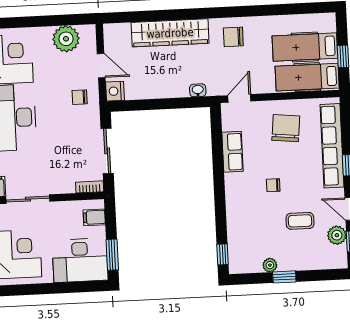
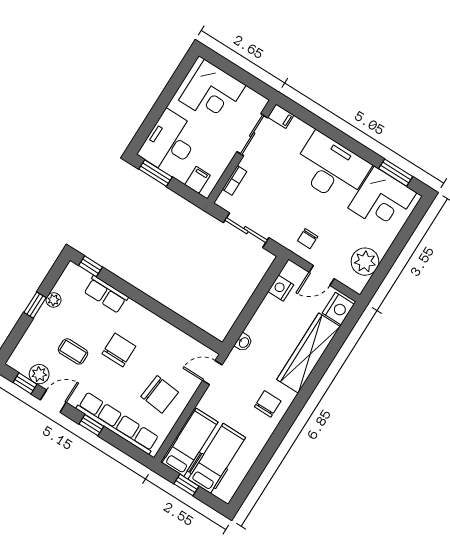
nightstand: (118, 34) -> (338, 309), added
nightstand: (115, 91) -> (281, 288), moved, turned -90
chair: (80, 97) -> (308, 239), turned 180
door: (239, 98) -> (212, 373), swing flipped
row of seats: (233, 152) -> (106, 294), moved
chair: (273, 185) -> (119, 350), width x1.87, depth x1.87
bookcase: (90, 187) -> (235, 180), moved
coffee table: (300, 221) -> (73, 351), turned 90

